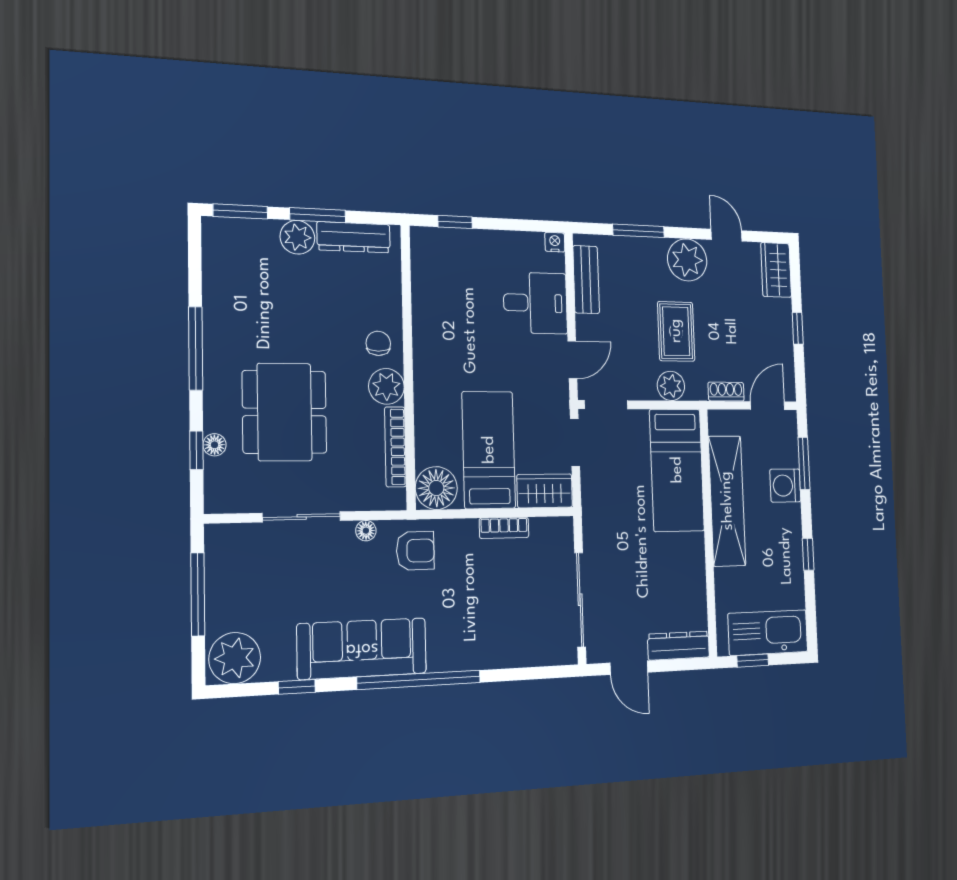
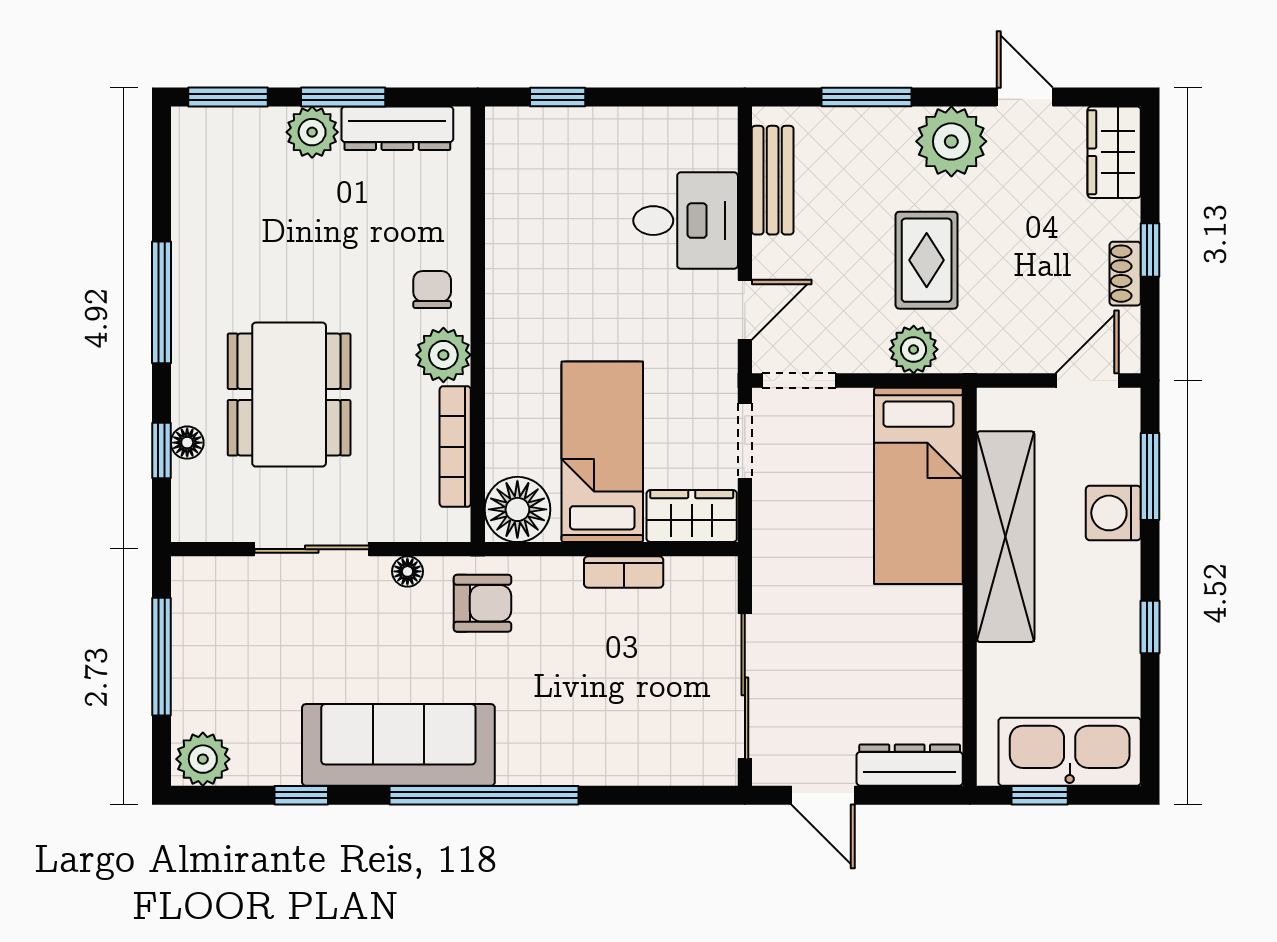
nightstand: (555, 242) -> (721, 122), removed
shoe rack: (726, 392) -> (1125, 274), moved, turned -90
plant: (235, 658) -> (203, 759), width x0.73, depth x0.73

